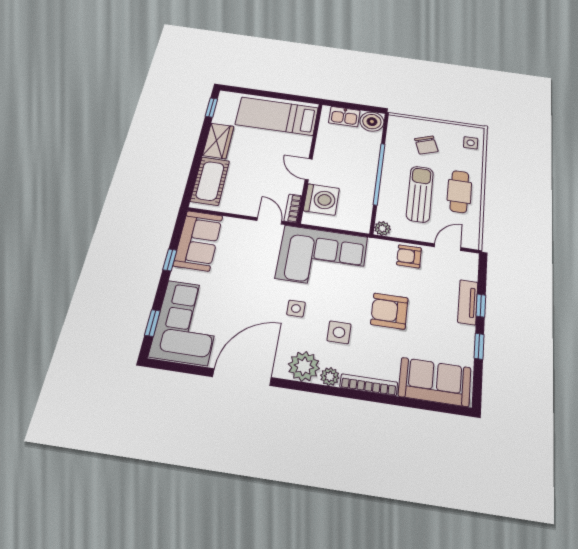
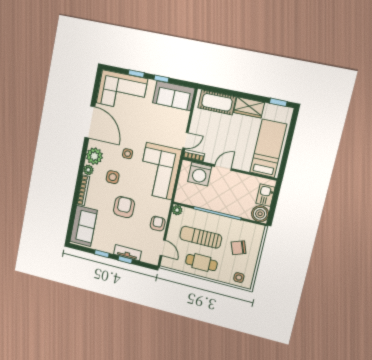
sun lounger: (420, 194) -> (201, 237), turned 180
window: (152, 323) -> (136, 74), moved

